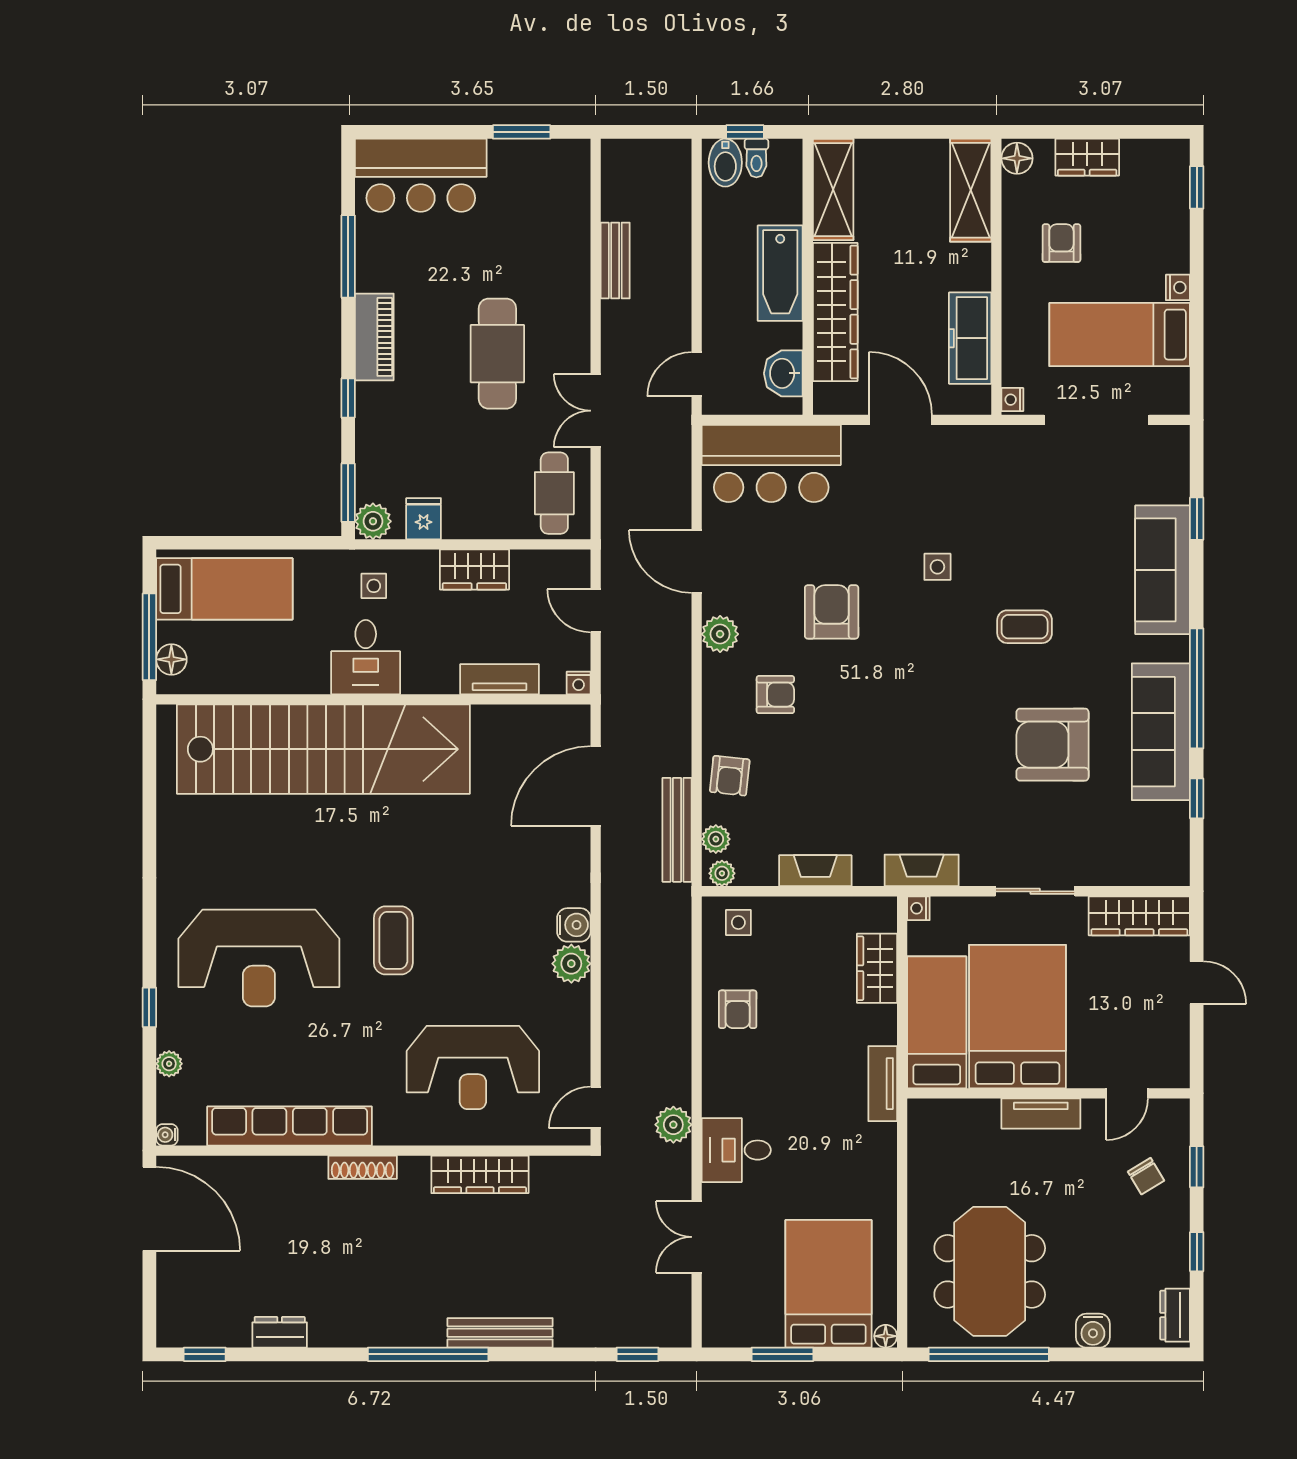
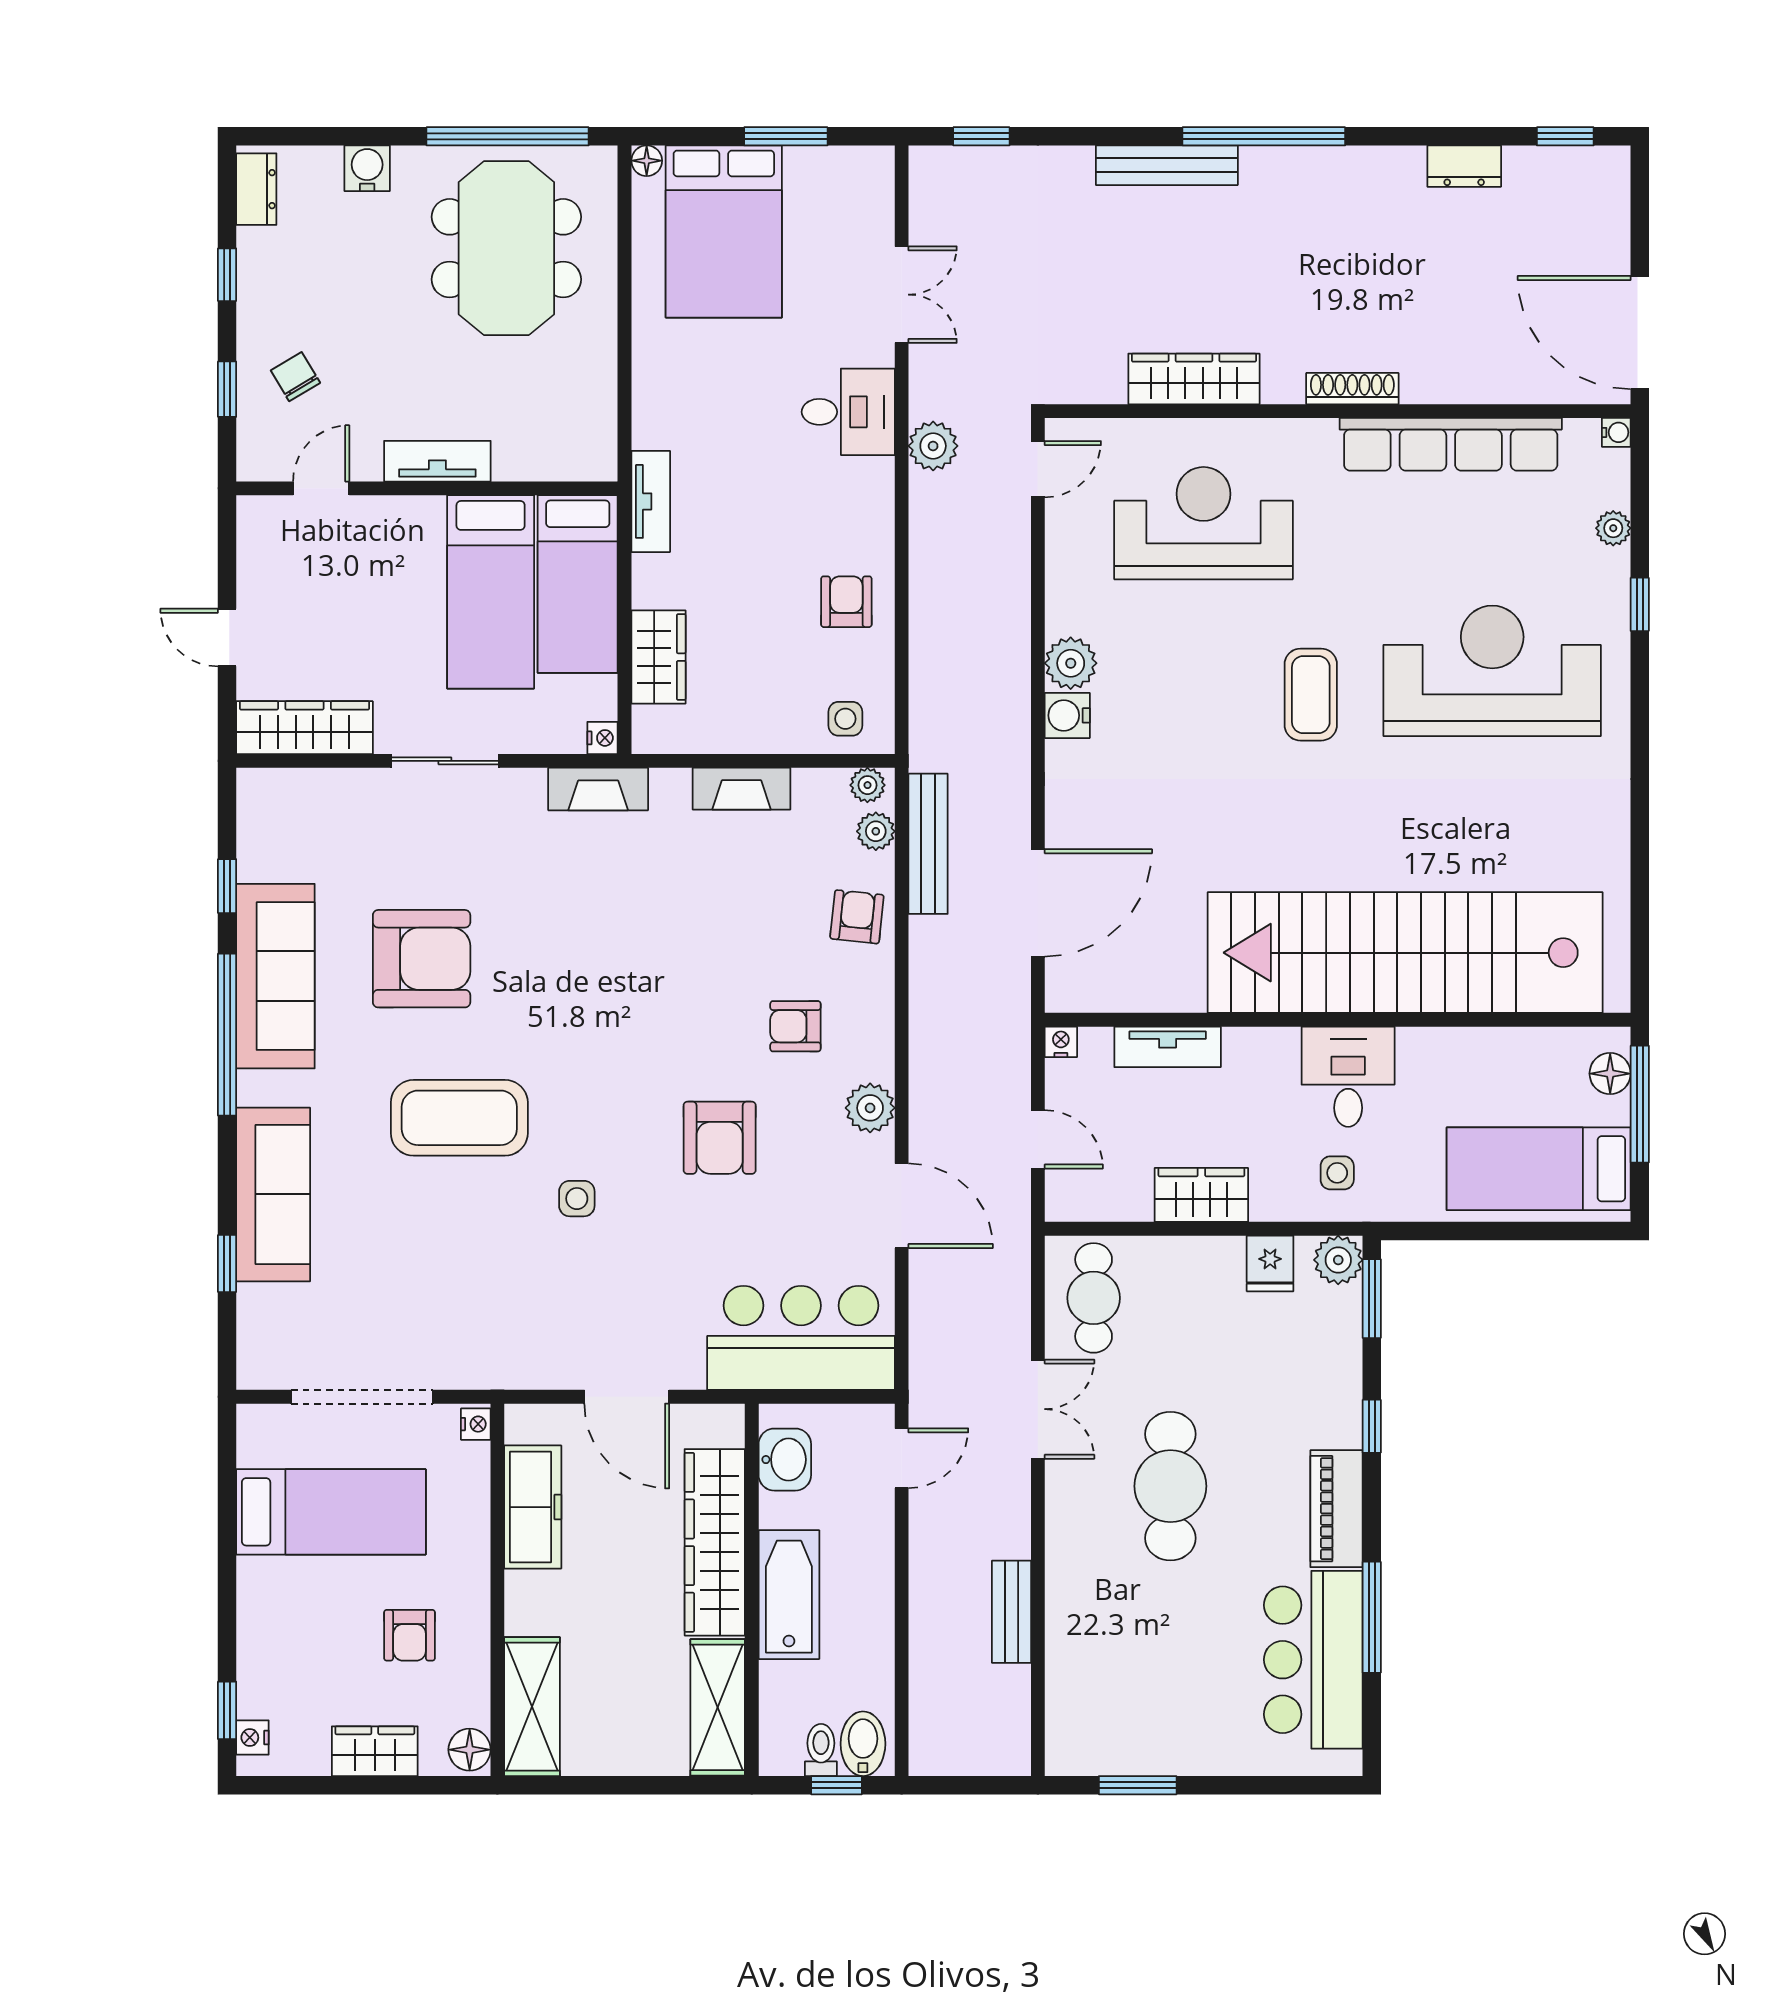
bar counter: (421, 175) -> (1313, 1660), moved, turned -90
nightstand: (1178, 287) -> (252, 1738), moved
coffee table: (1025, 627) -> (459, 1118), width x1.86, depth x1.72
bed: (1018, 1017) -> (491, 592), width x0.67

